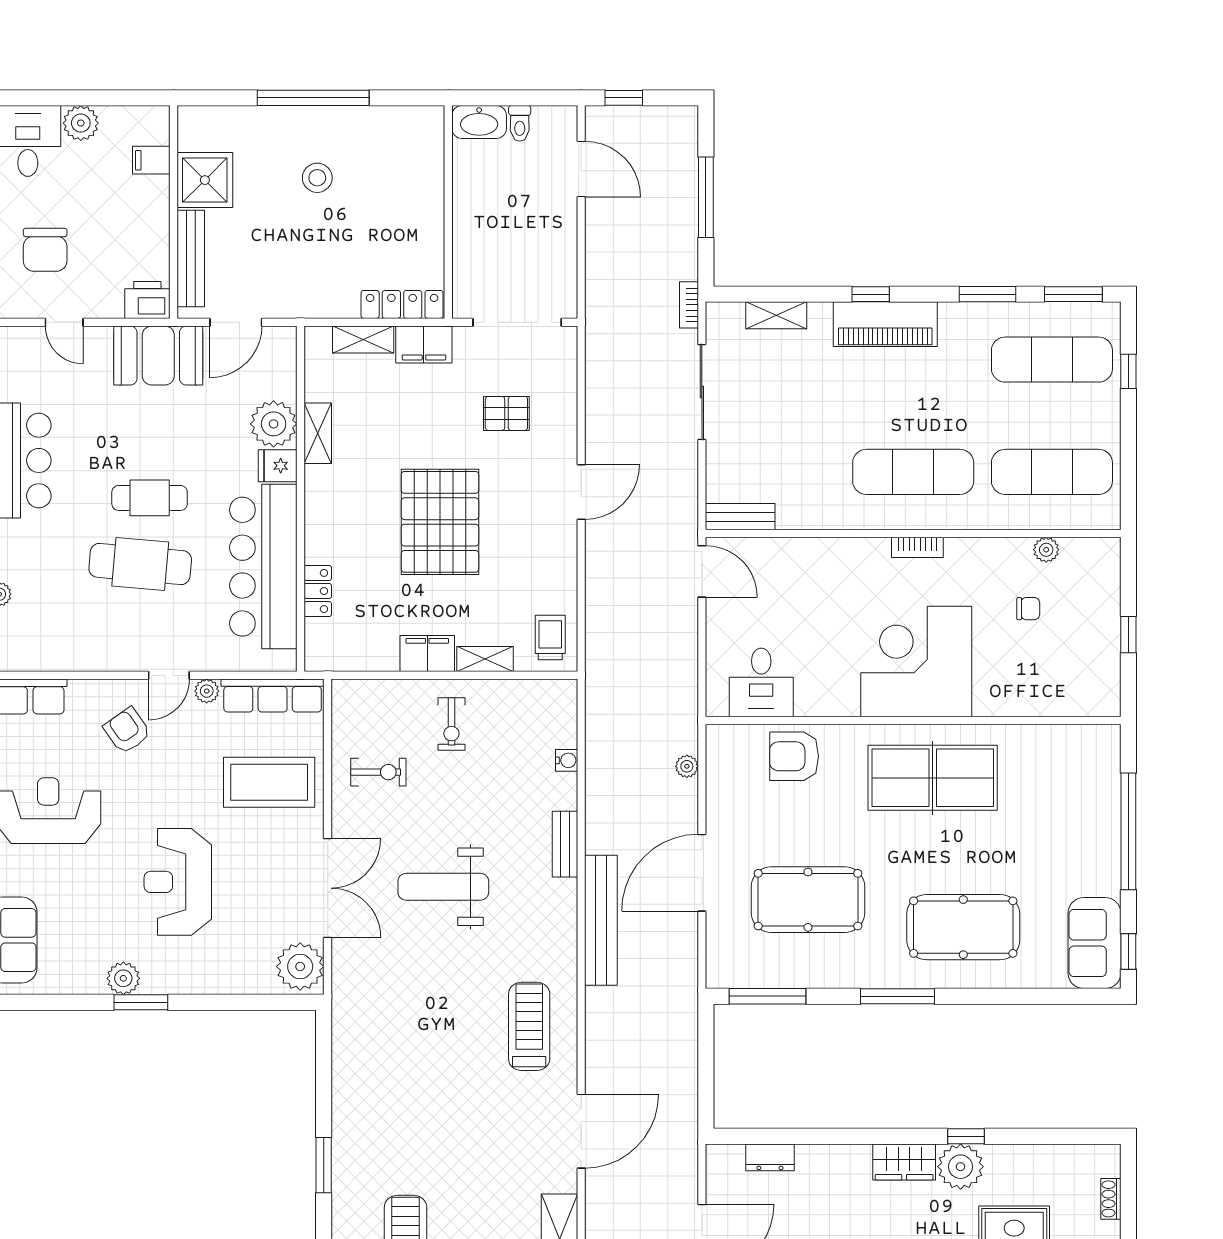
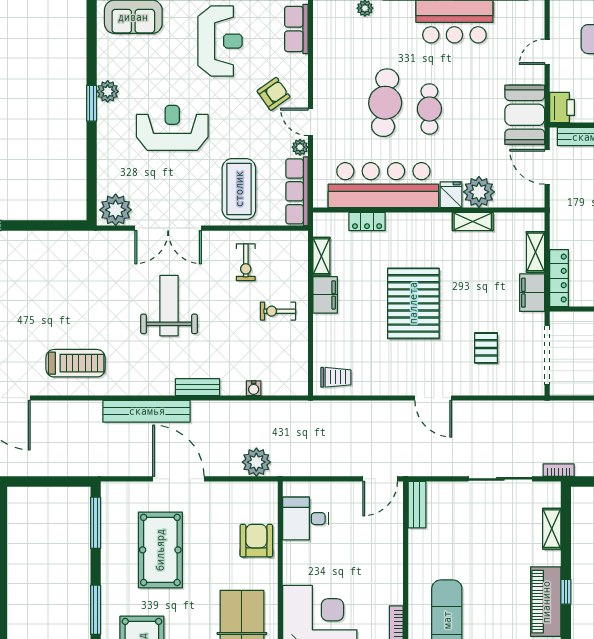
pallet: (440, 522) -> (413, 303), turned 90
shelving: (485, 659) -> (321, 256), moved
plant: (687, 766) -> (256, 462), width x1.88, depth x1.88

